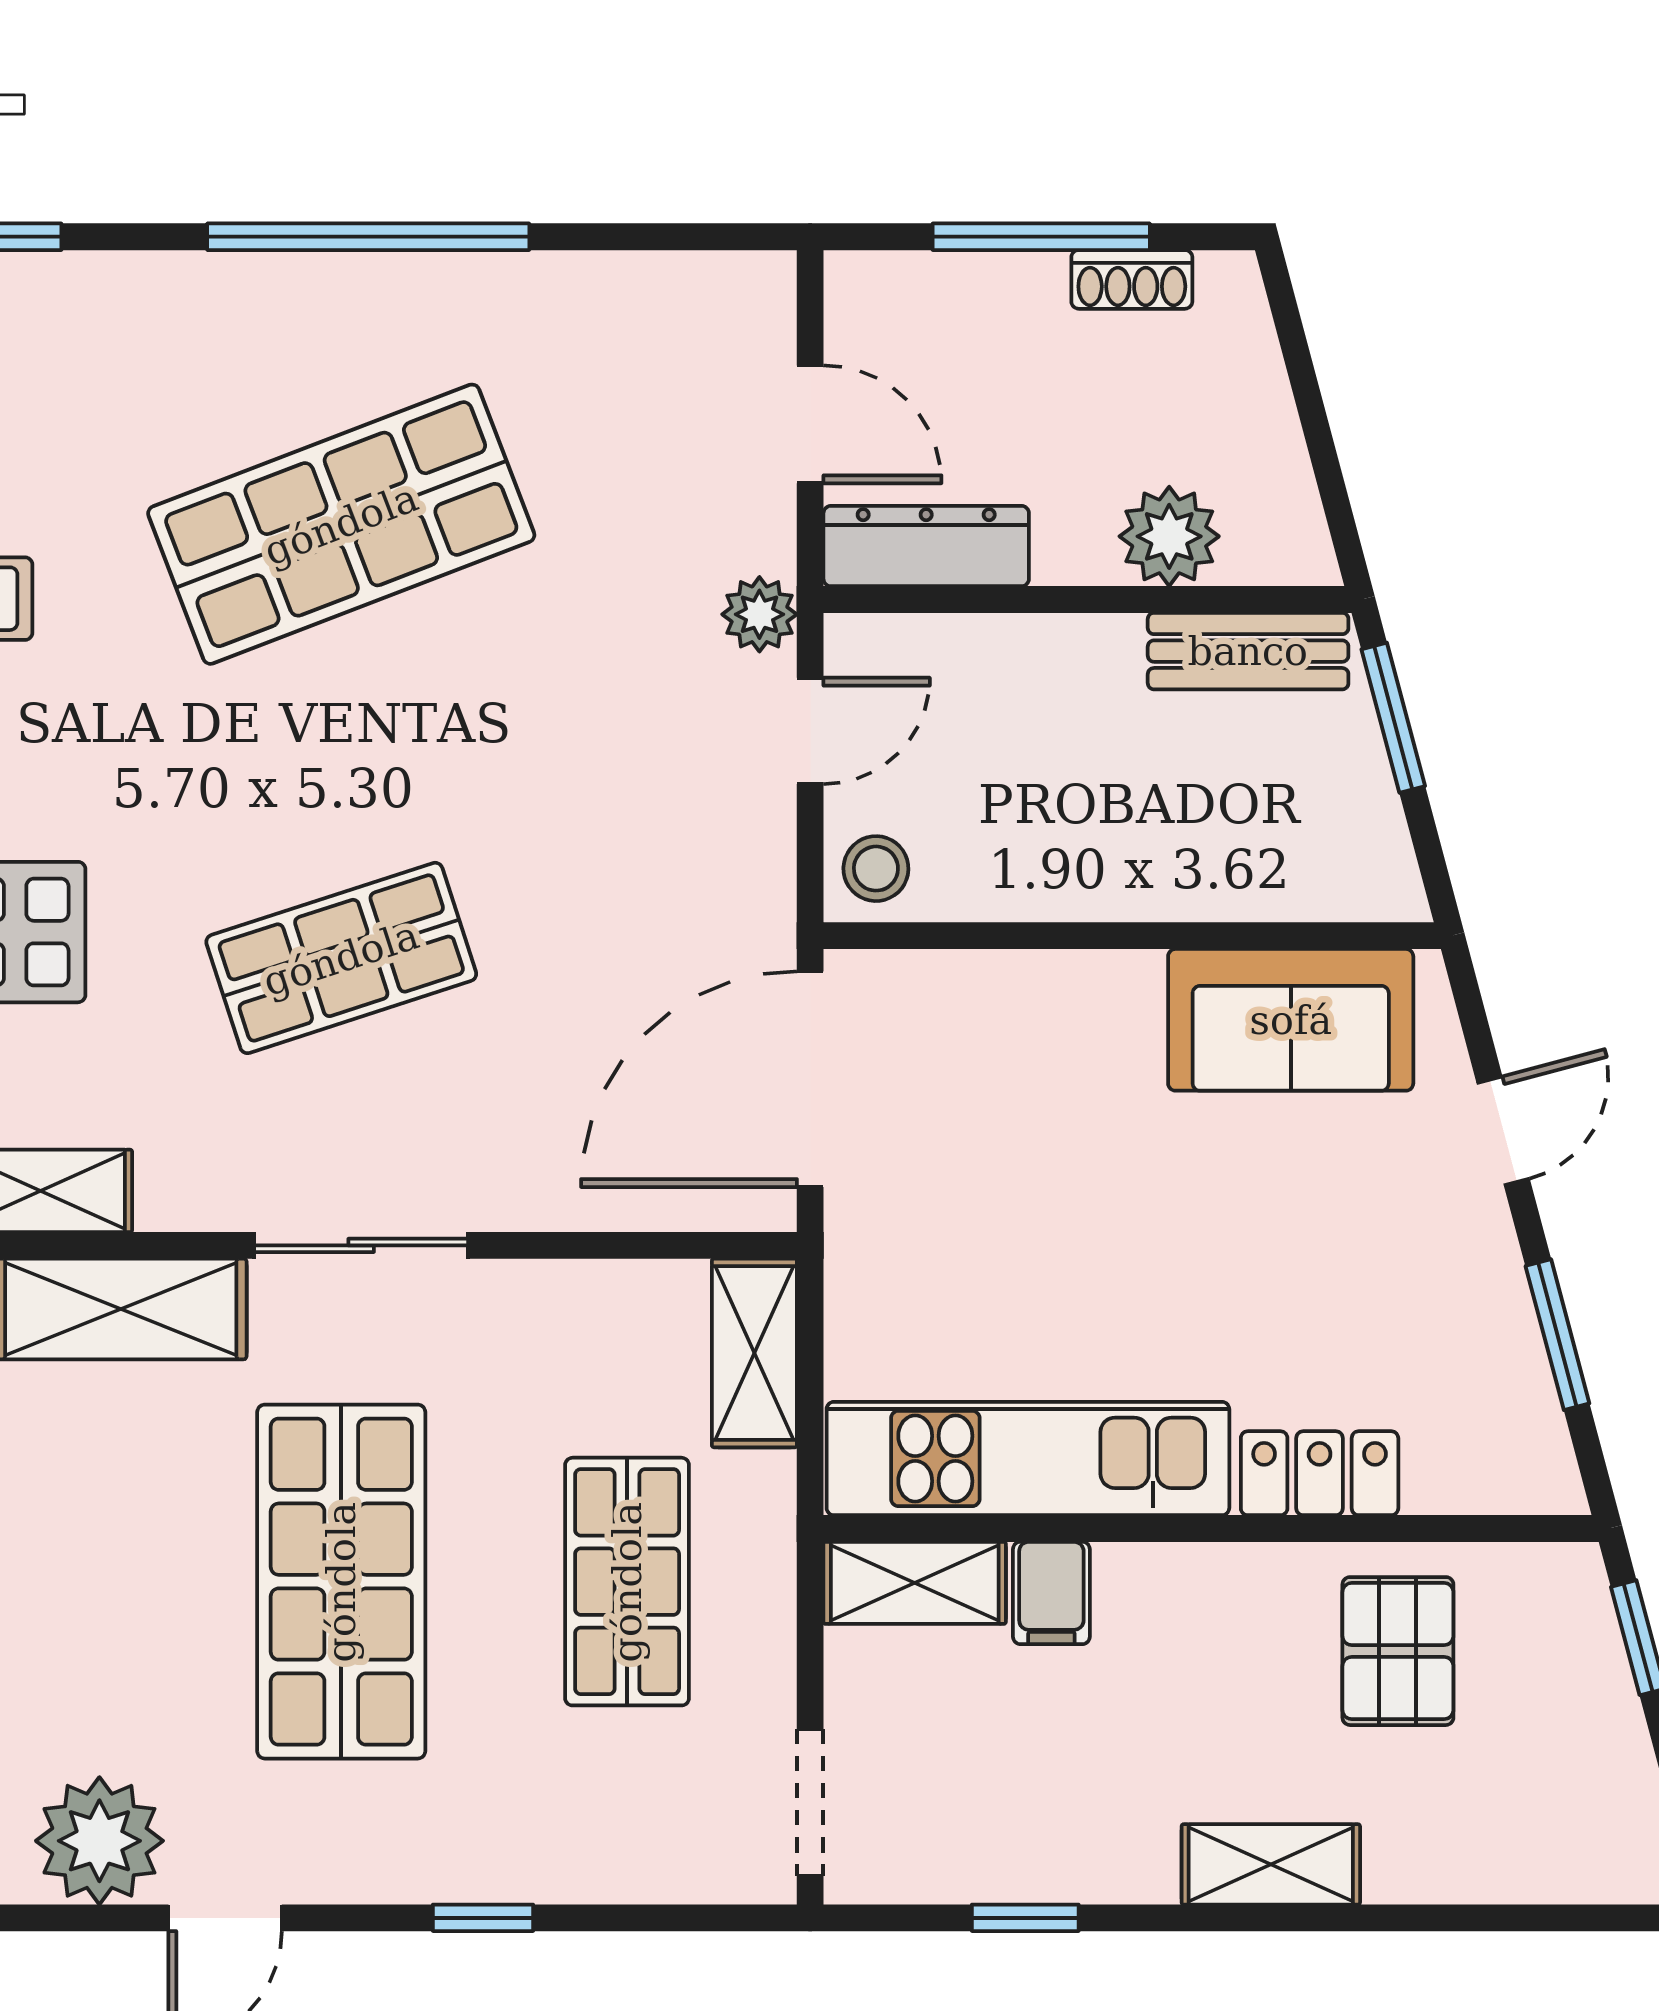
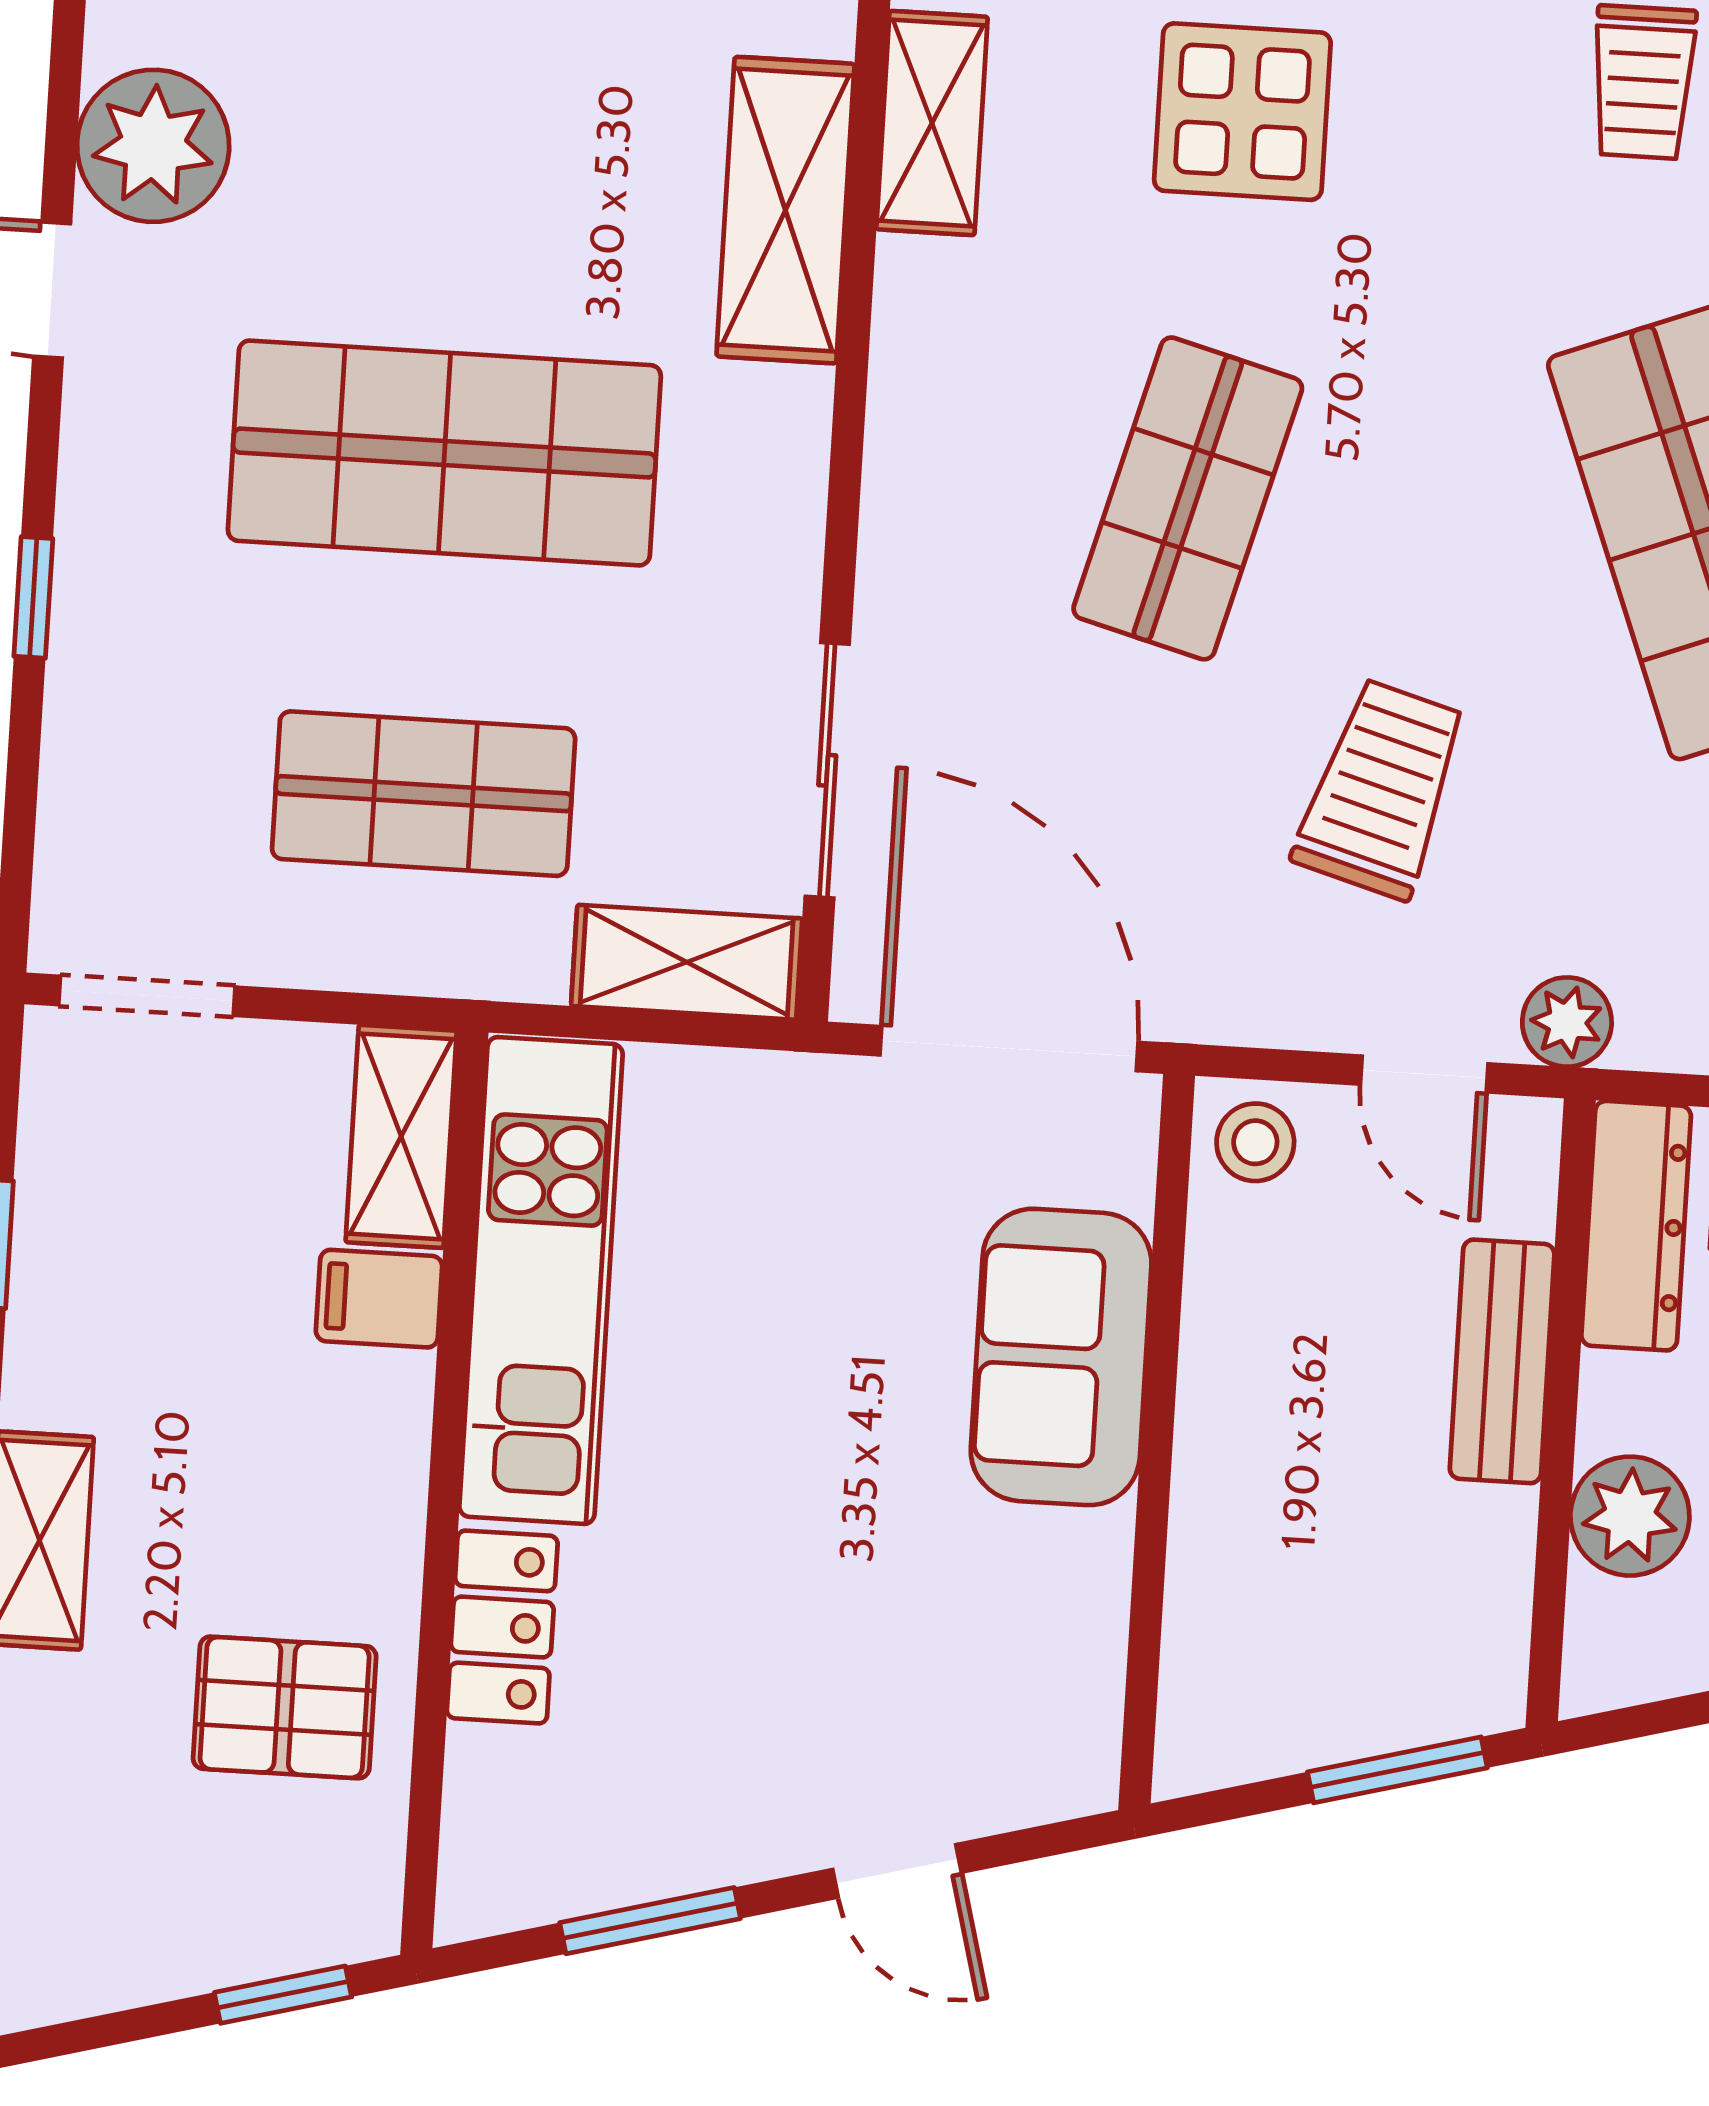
bench: (1248, 651) -> (1502, 1361), moved
trolley: (574, 781) -> (1381, 789), added
shop shelf: (341, 958) -> (1188, 498), turned 33
sofa: (1291, 1020) -> (1061, 1357), moved
sliding door: (361, 1245) -> (827, 770), moved

